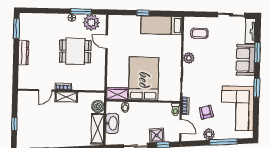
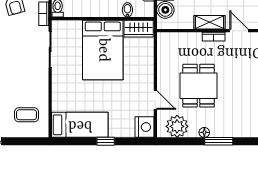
window: (81, 12) -> (219, 141), moved
nightstand: (115, 23) -> (144, 127), added
dining table: (75, 51) -> (198, 86), turned 90
plant: (189, 58) -> (41, 80), removed
door: (45, 90) -> (239, 31), hinge flipped

